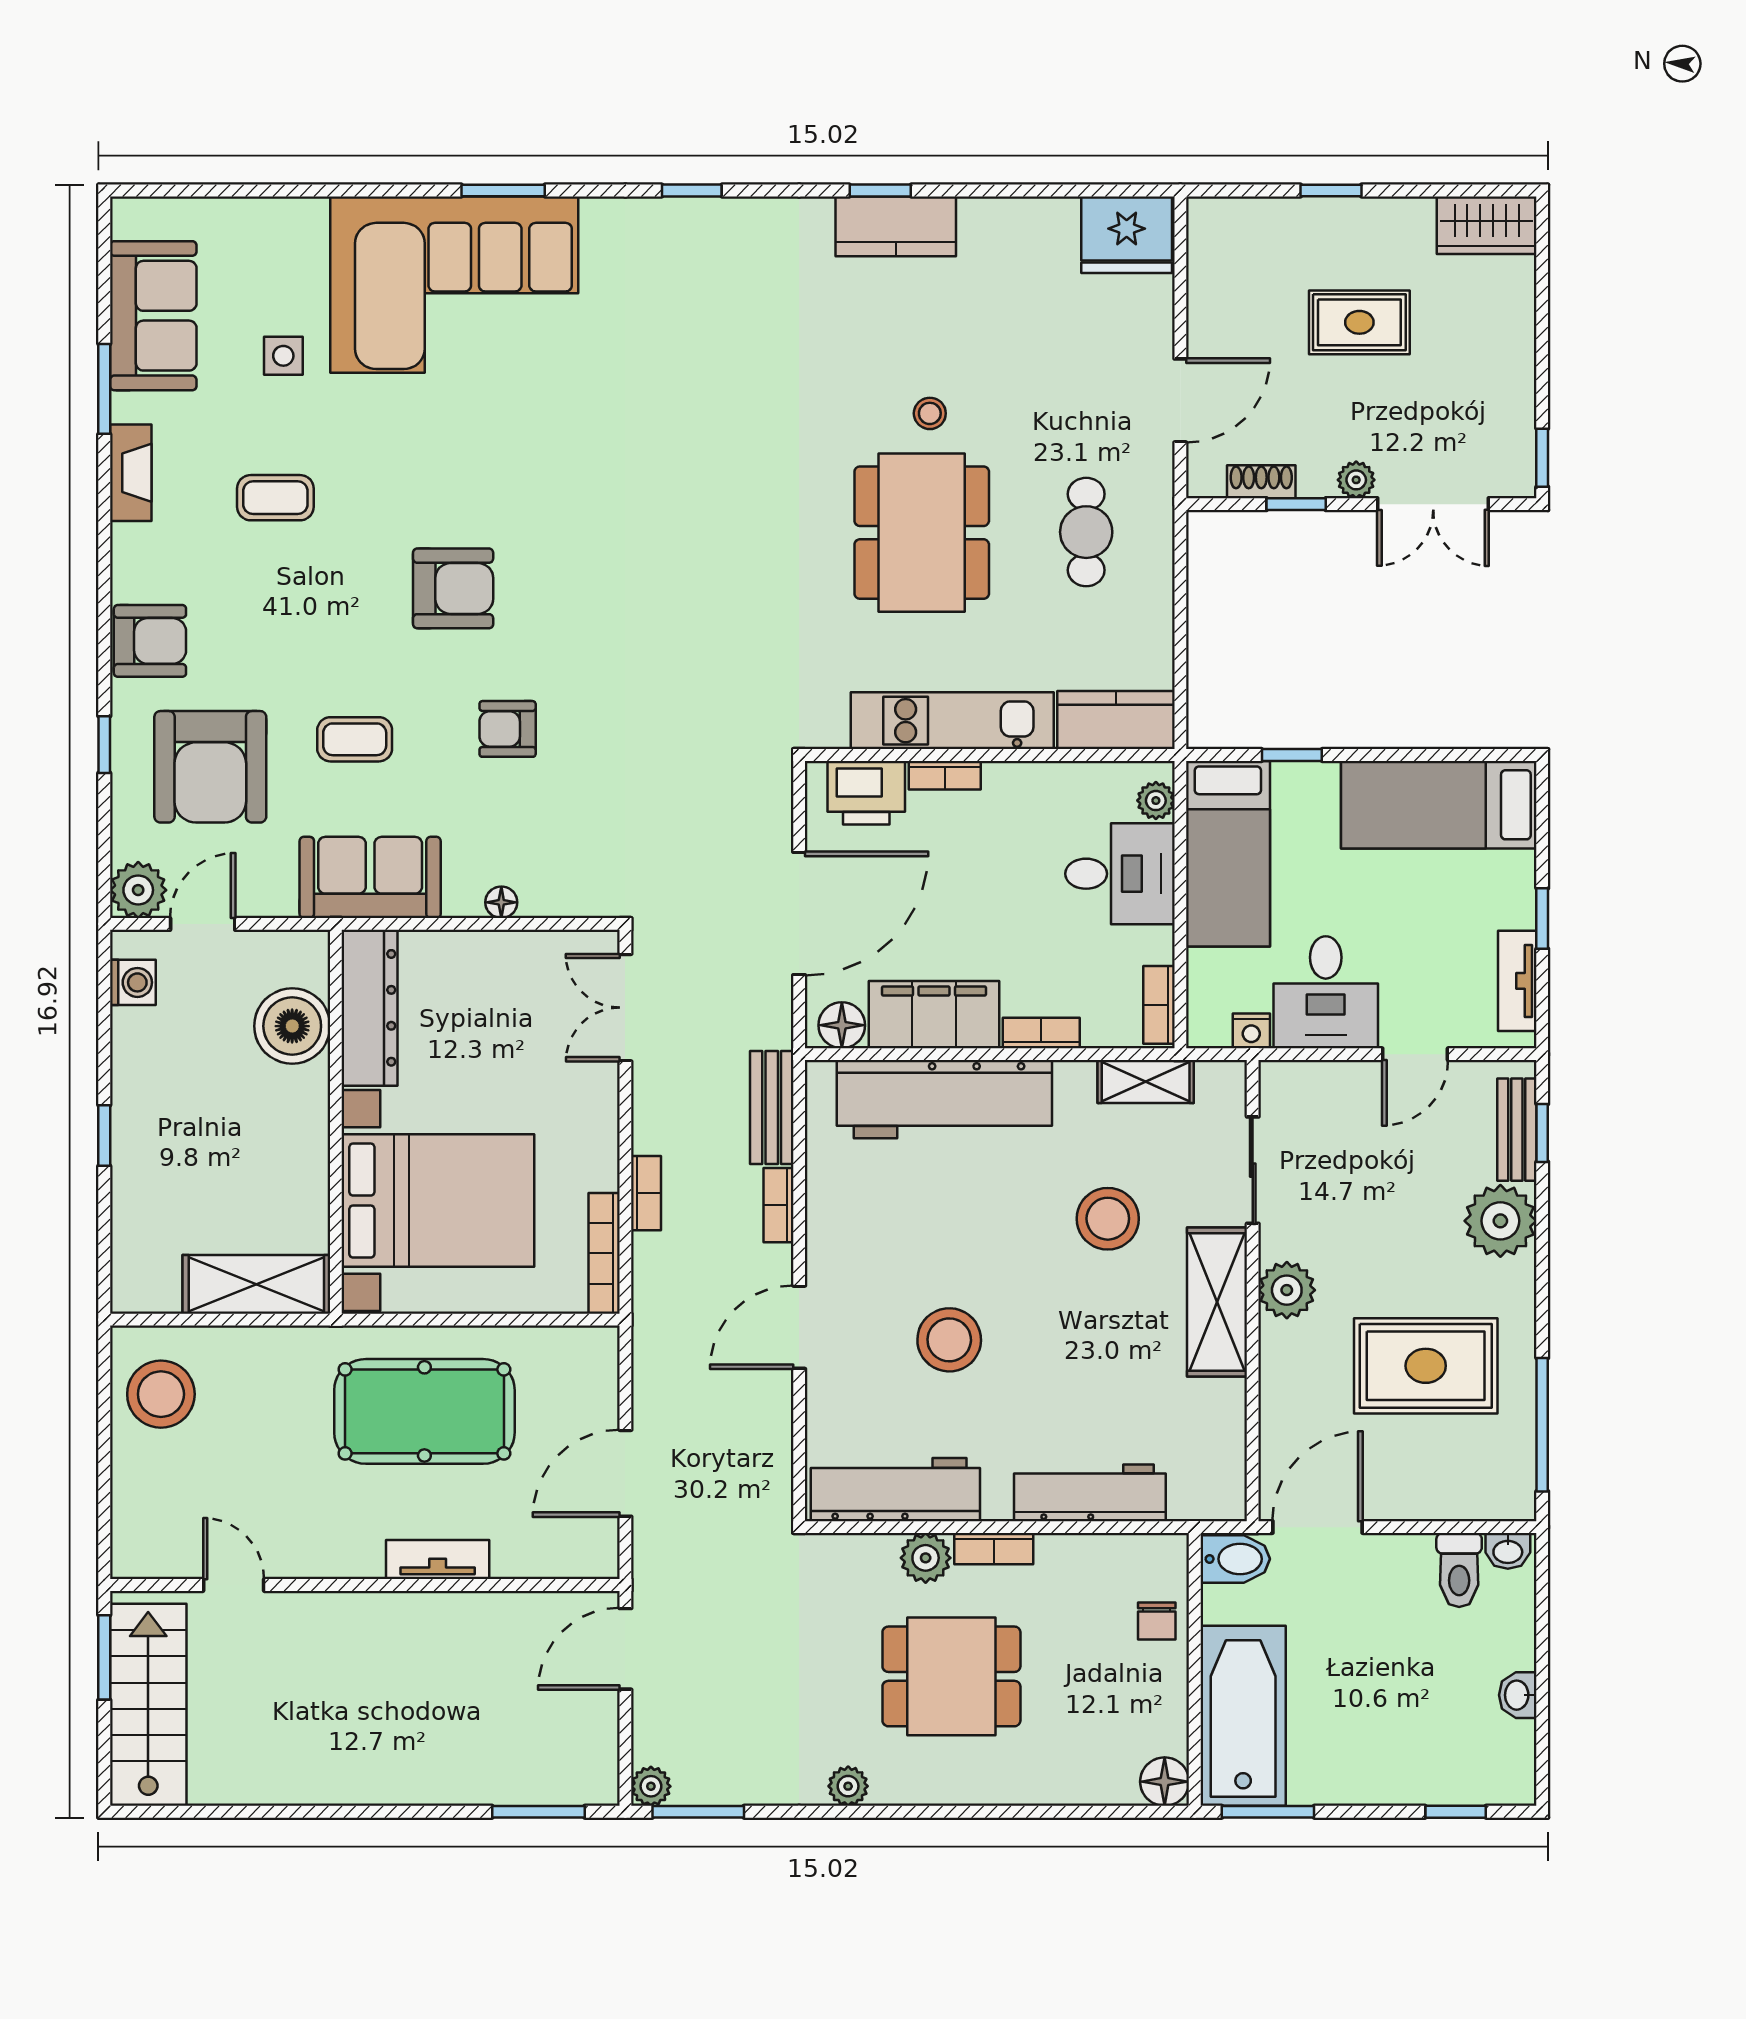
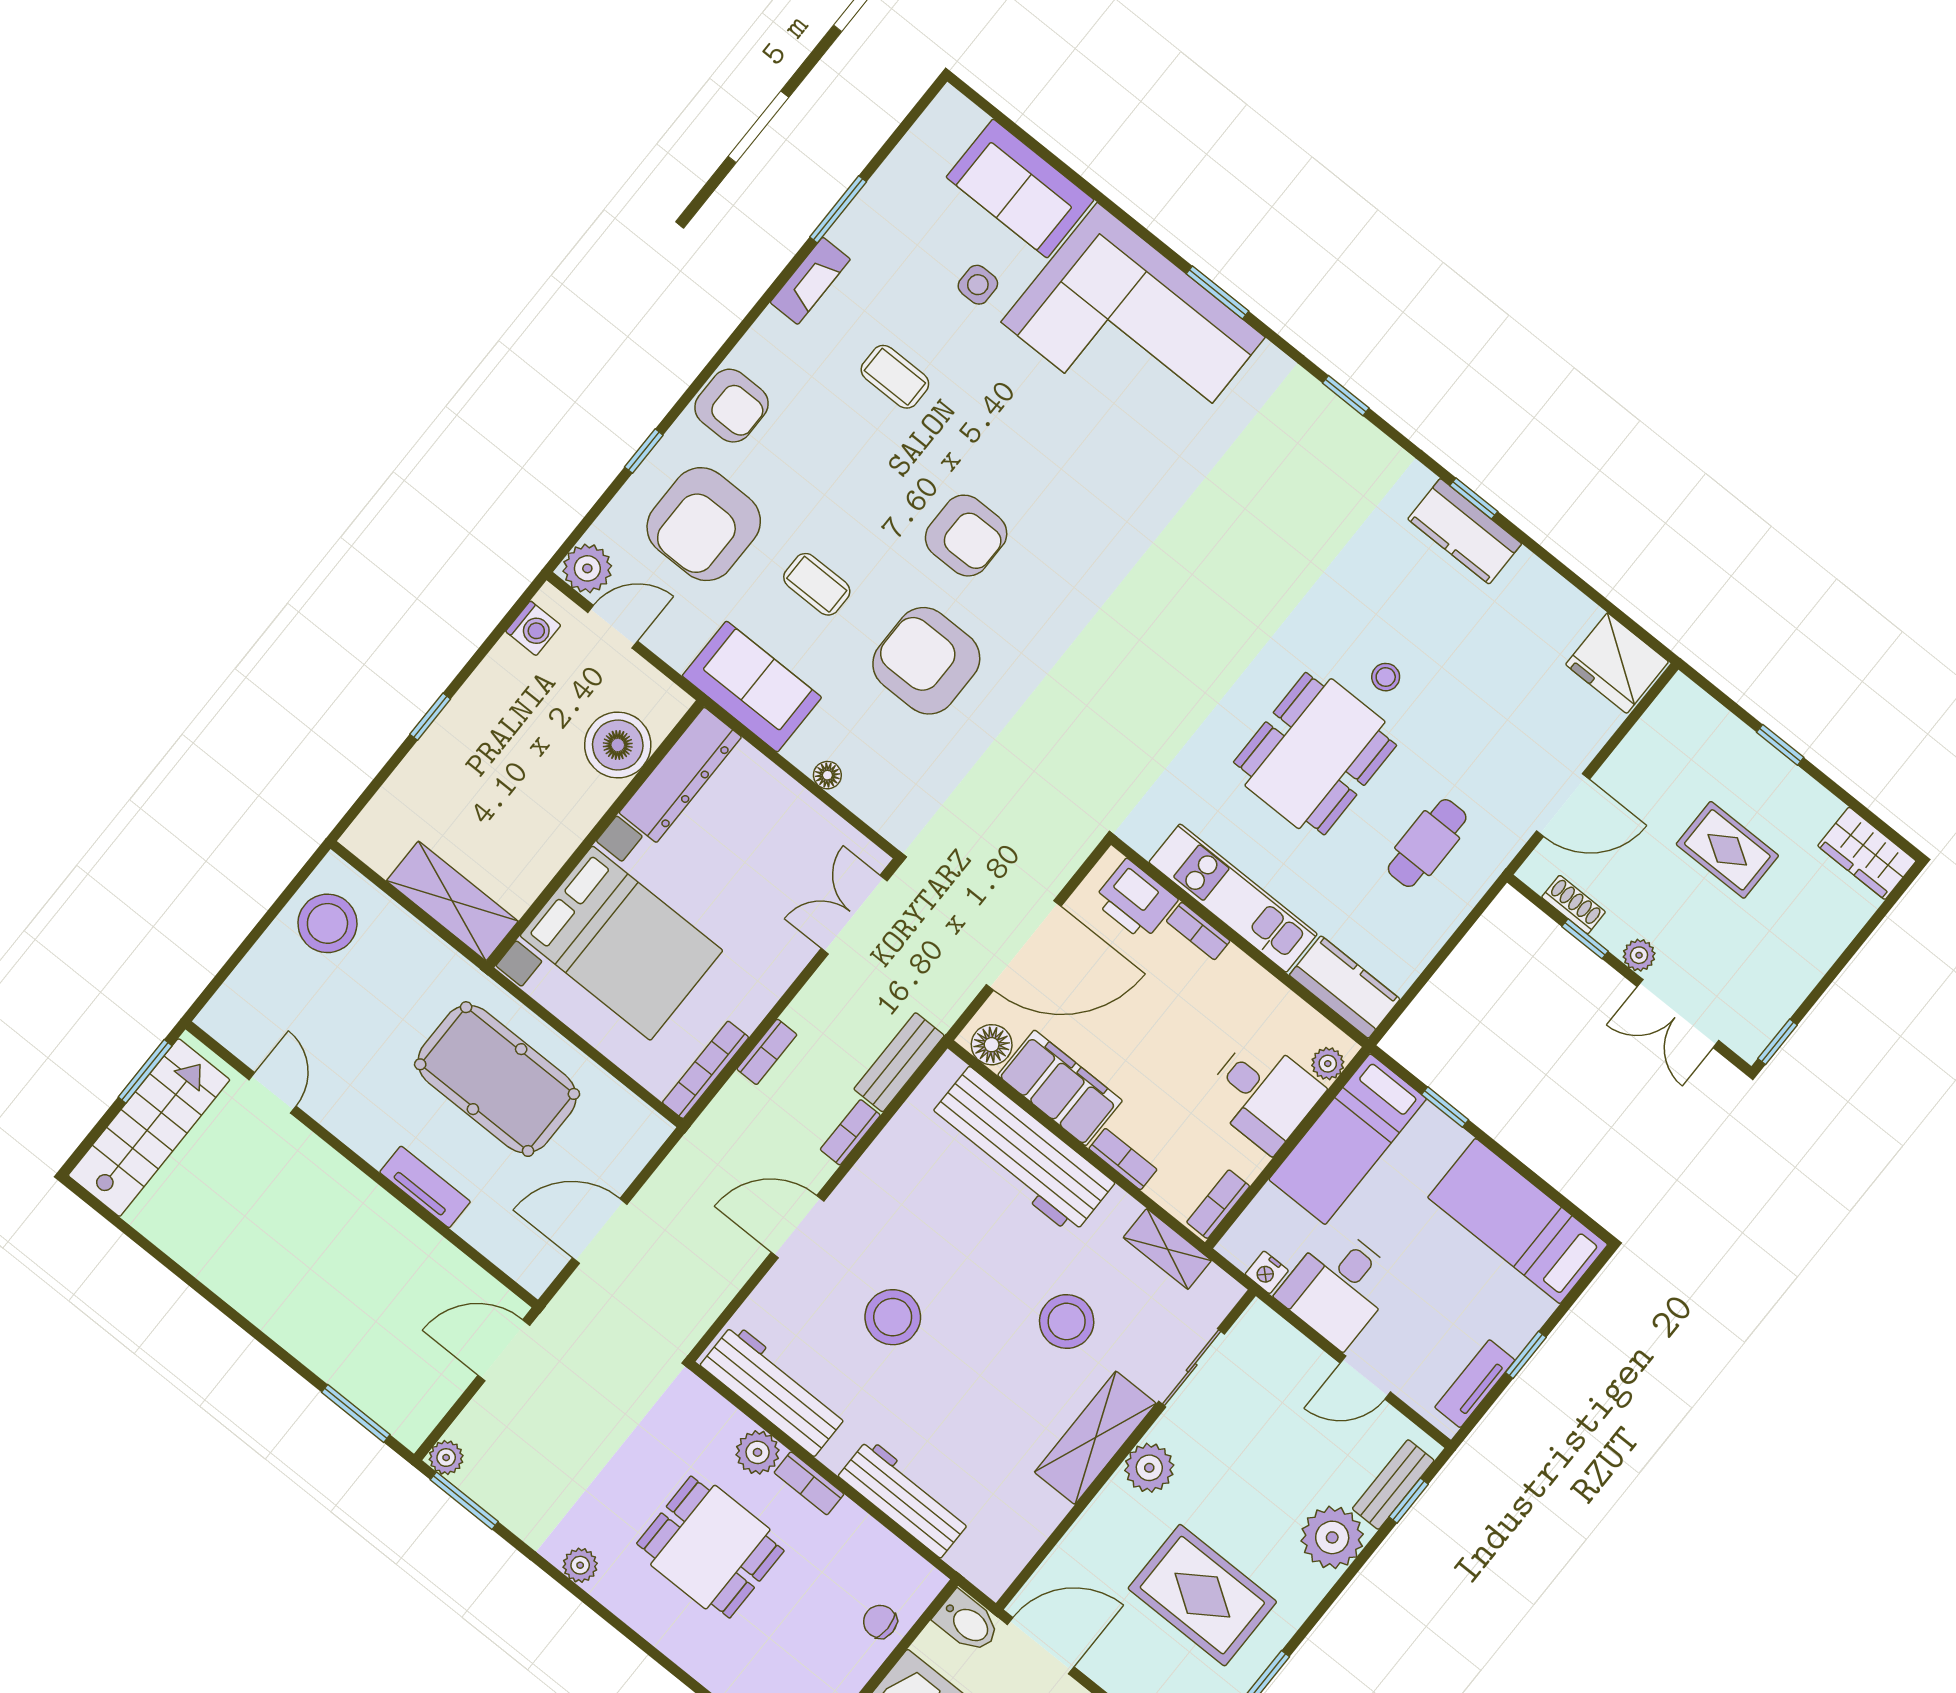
sofa: (153, 316) -> (1020, 188), moved, turned 90
armchair: (508, 729) -> (926, 661), width x1.88, depth x1.88
chair: (1157, 1621) -> (880, 1622), turned 90

